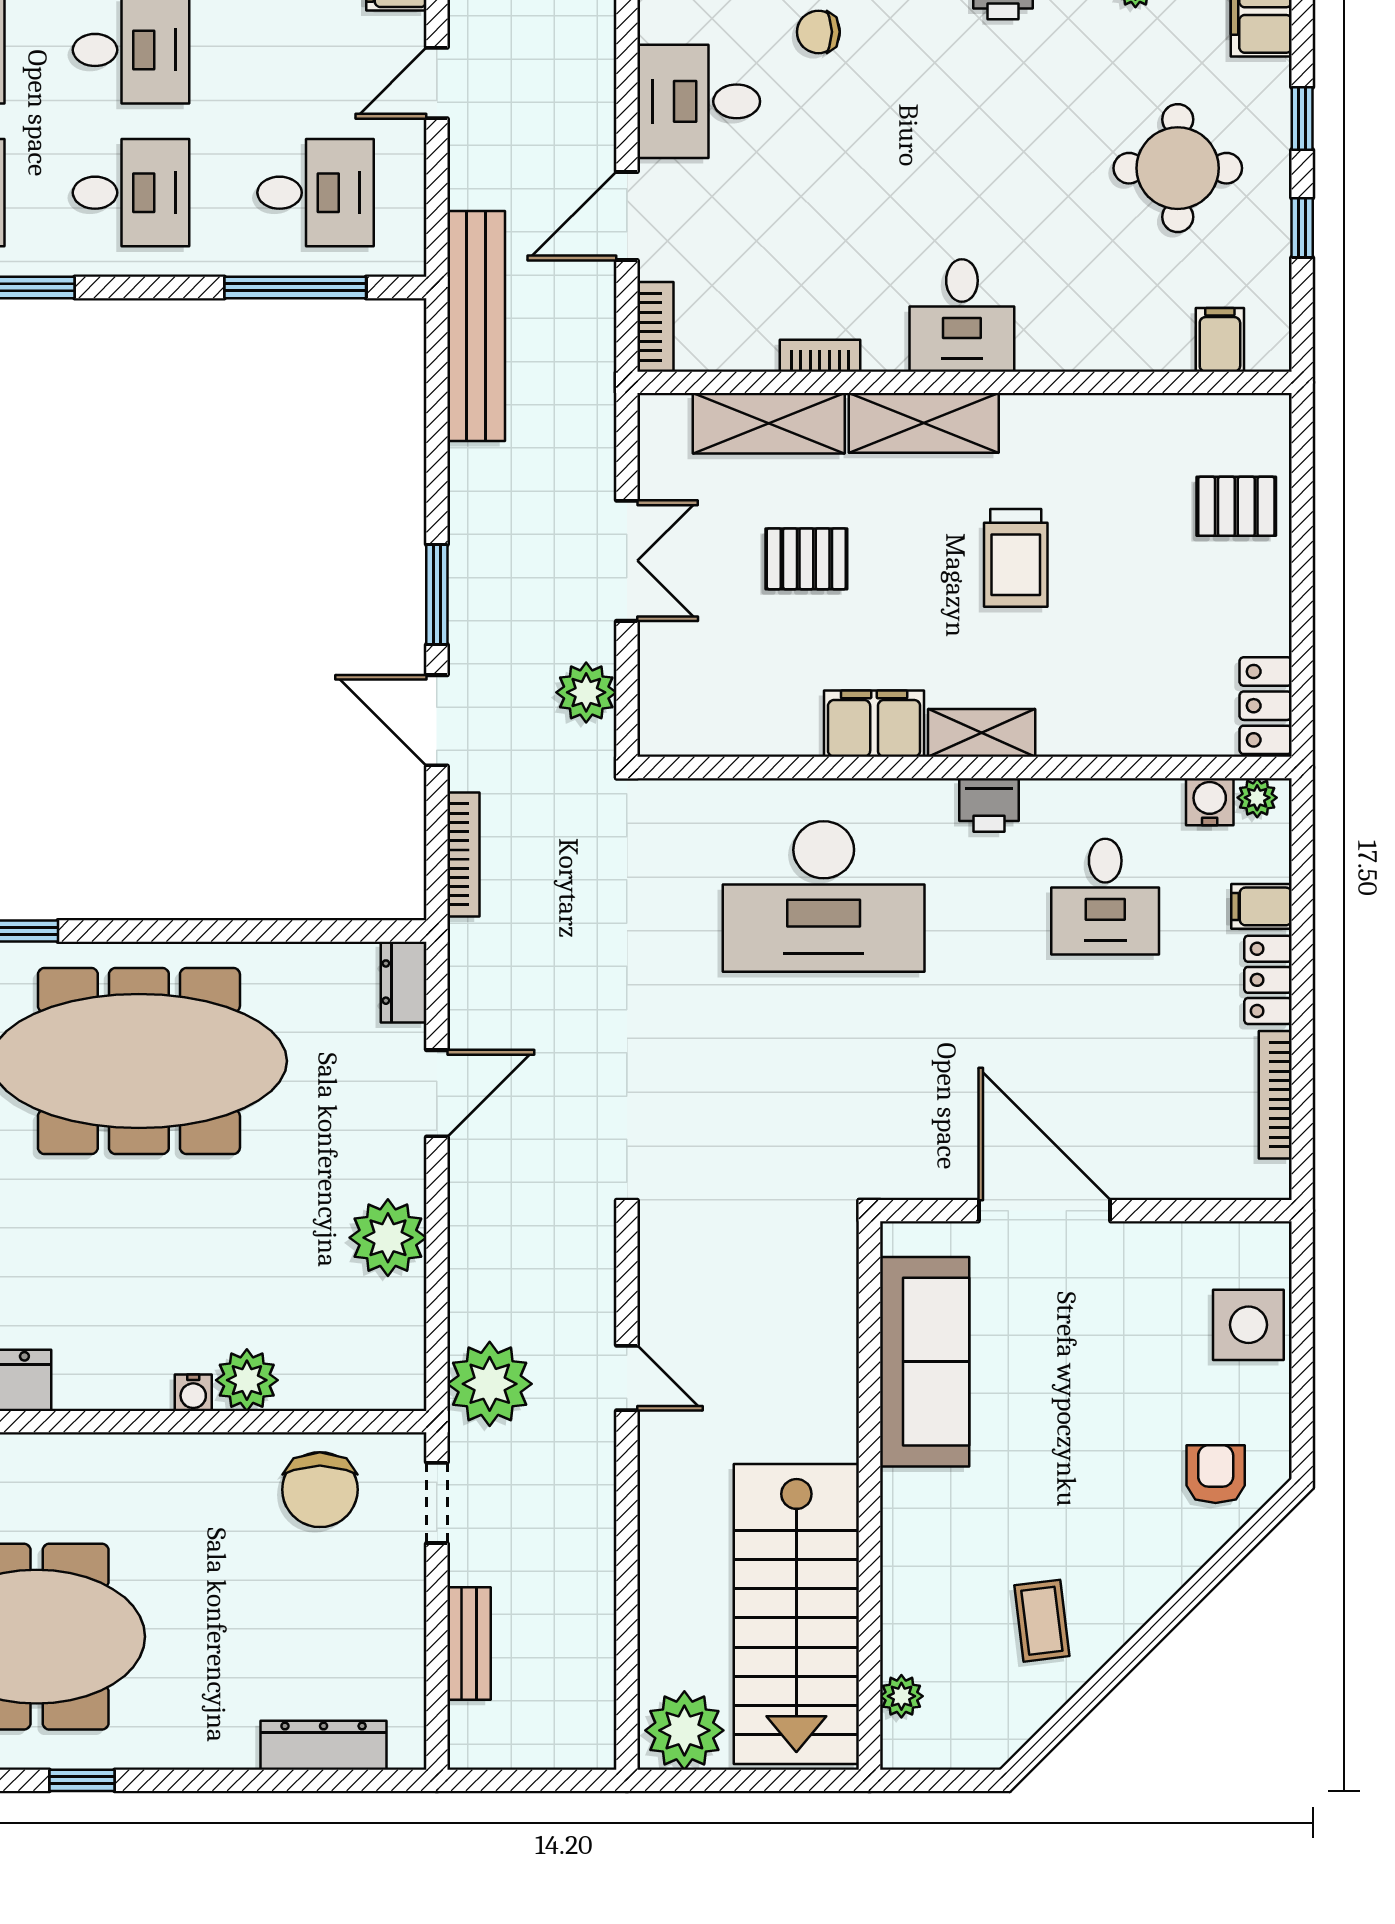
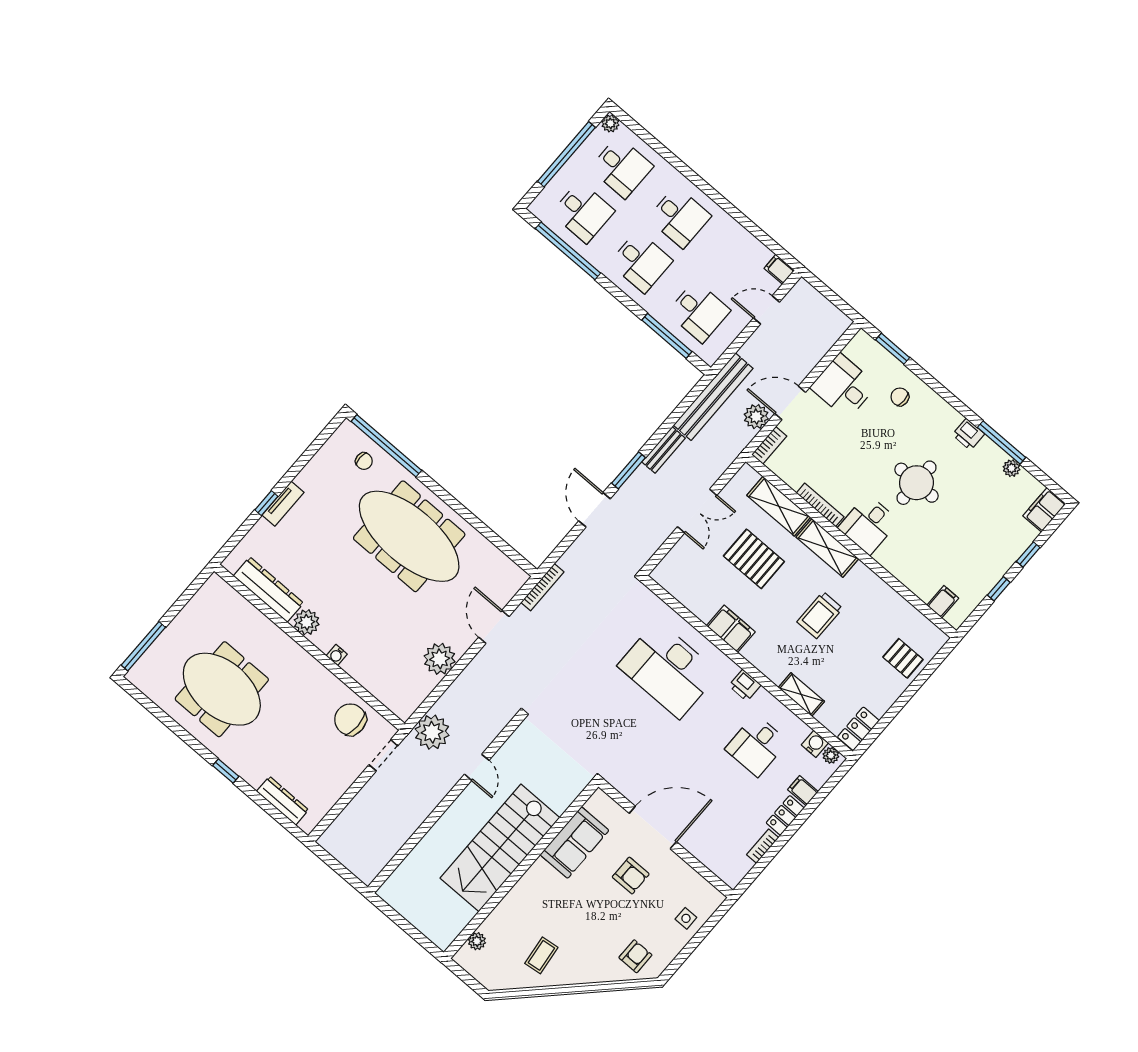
round table: (1178, 168) -> (916, 483), moved
bookcase: (820, 356) -> (820, 505), width x1.56
pallet: (806, 559) -> (754, 559), width x1.50, depth x1.42
plant: (586, 692) -> (756, 417), moved
shelving: (982, 733) -> (801, 695), moved
bookcase: (463, 854) -> (542, 587), moved
dresser: (404, 982) -> (513, 583), removed
door: (437, 1093) -> (494, 627), swing flipped
bookcase: (1275, 1095) -> (763, 846), width x0.64
door: (1045, 1211) -> (653, 828), hinge flipped
side table: (1248, 1325) -> (686, 918), width x0.54, depth x0.54
armchair: (1080, 1334) -> (631, 876), added
sofa: (925, 1362) -> (574, 843), width x0.73
plant: (247, 1380) -> (307, 622), moved
chair: (320, 1490) -> (350, 720), turned 90
stairs: (796, 1614) -> (500, 848), moved
bench: (469, 1643) -> (664, 450), moved
plant: (684, 1730) -> (400, 893), removed
window: (82, 1780) -> (226, 771), moved

